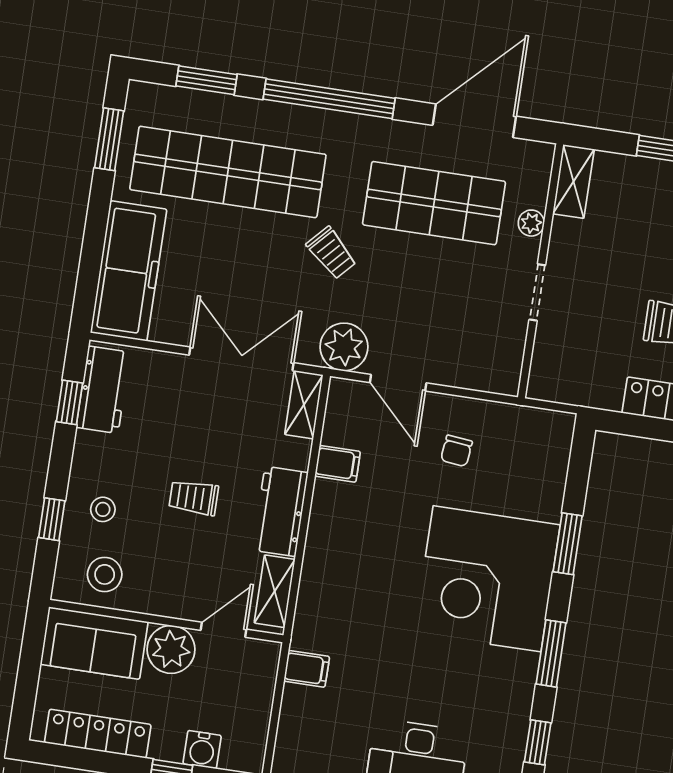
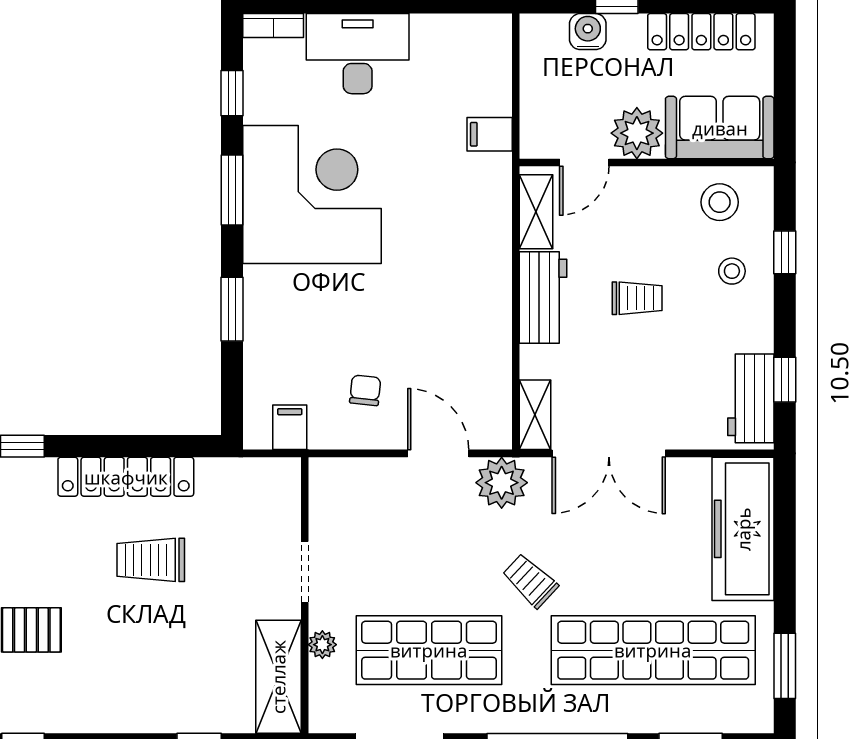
shelving: (573, 181) -> (278, 677), width x1.50, depth x1.33
filing cabinet: (338, 464) -> (290, 427), moved, turned 90
corner desk: (487, 579) -> (312, 194), moved

